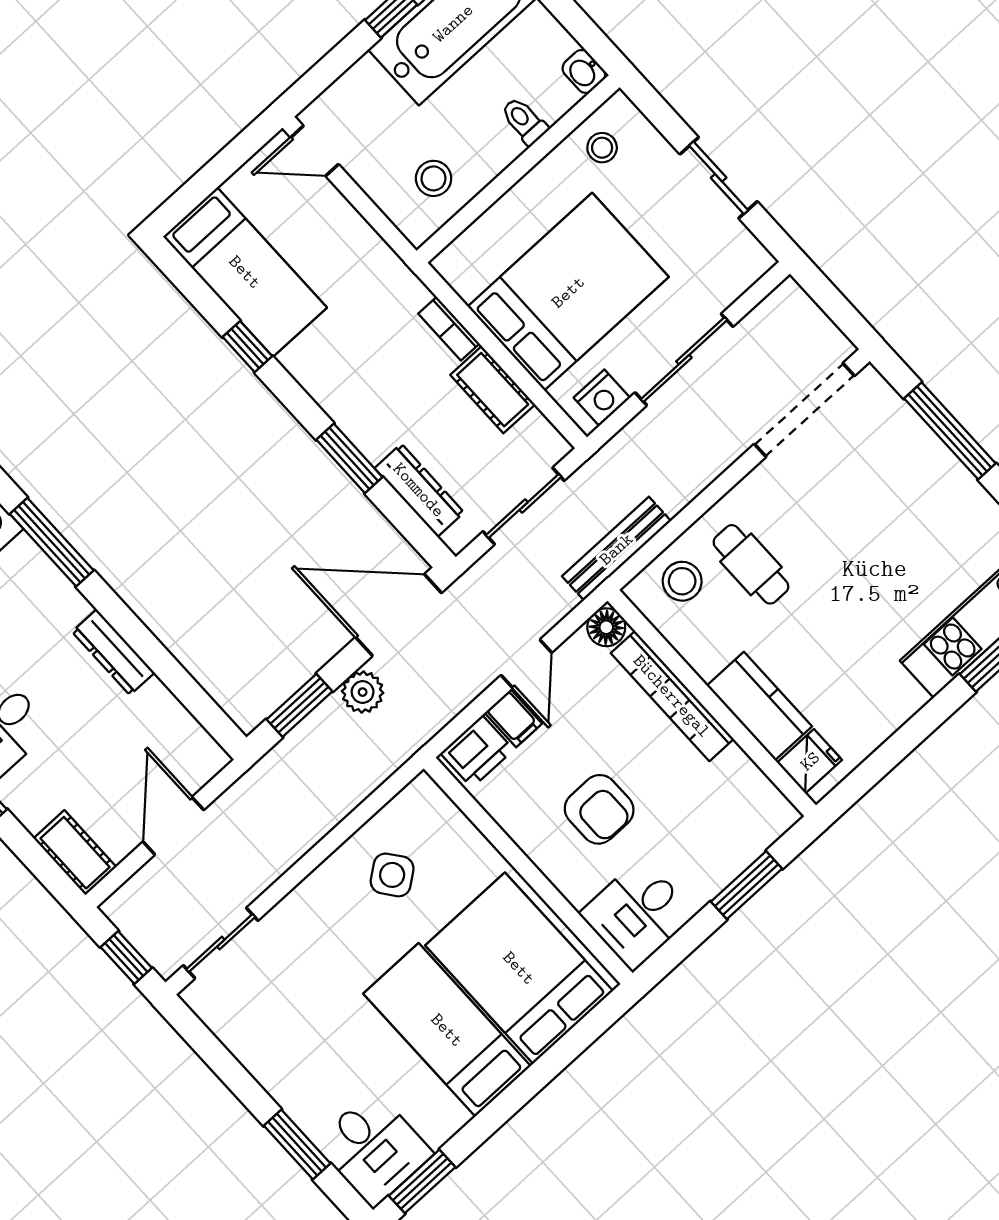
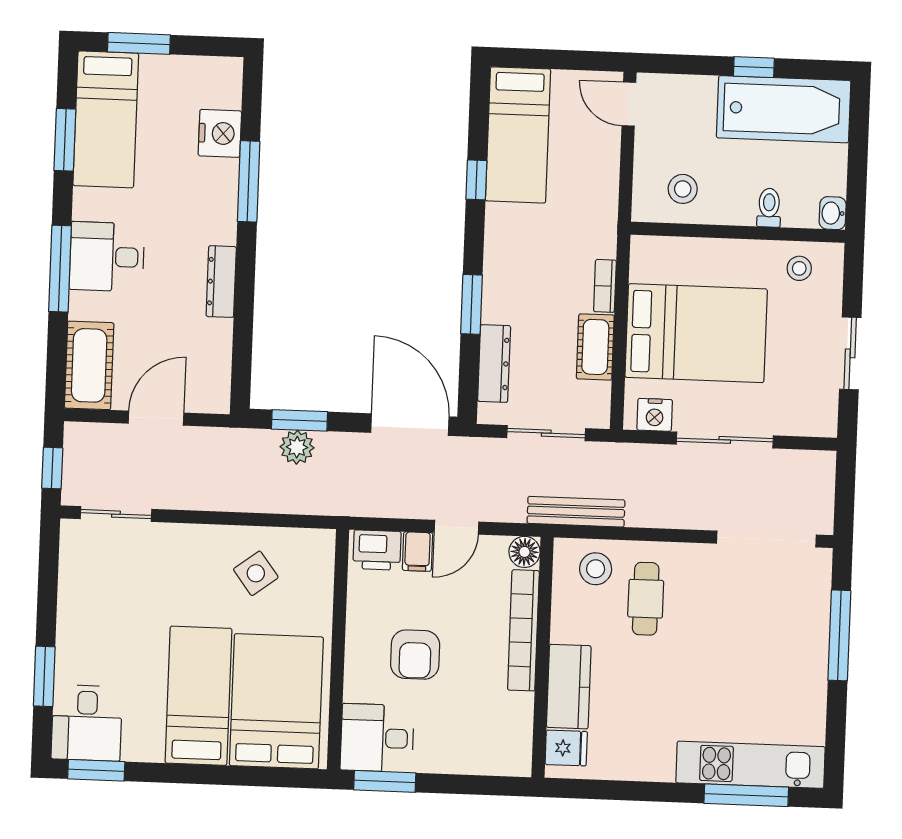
plant: (363, 692) -> (297, 447), moved
cot: (75, 853) -> (89, 365), width x1.37, depth x1.34
window: (746, 885) -> (385, 781), moved

